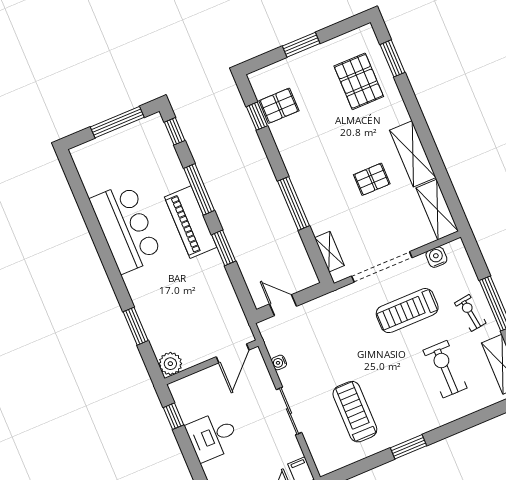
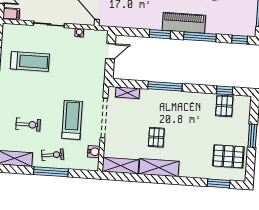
pallet: (359, 81) -> (228, 156), moved
exercise bike: (445, 369) -> (28, 125), width x0.73, depth x0.72

